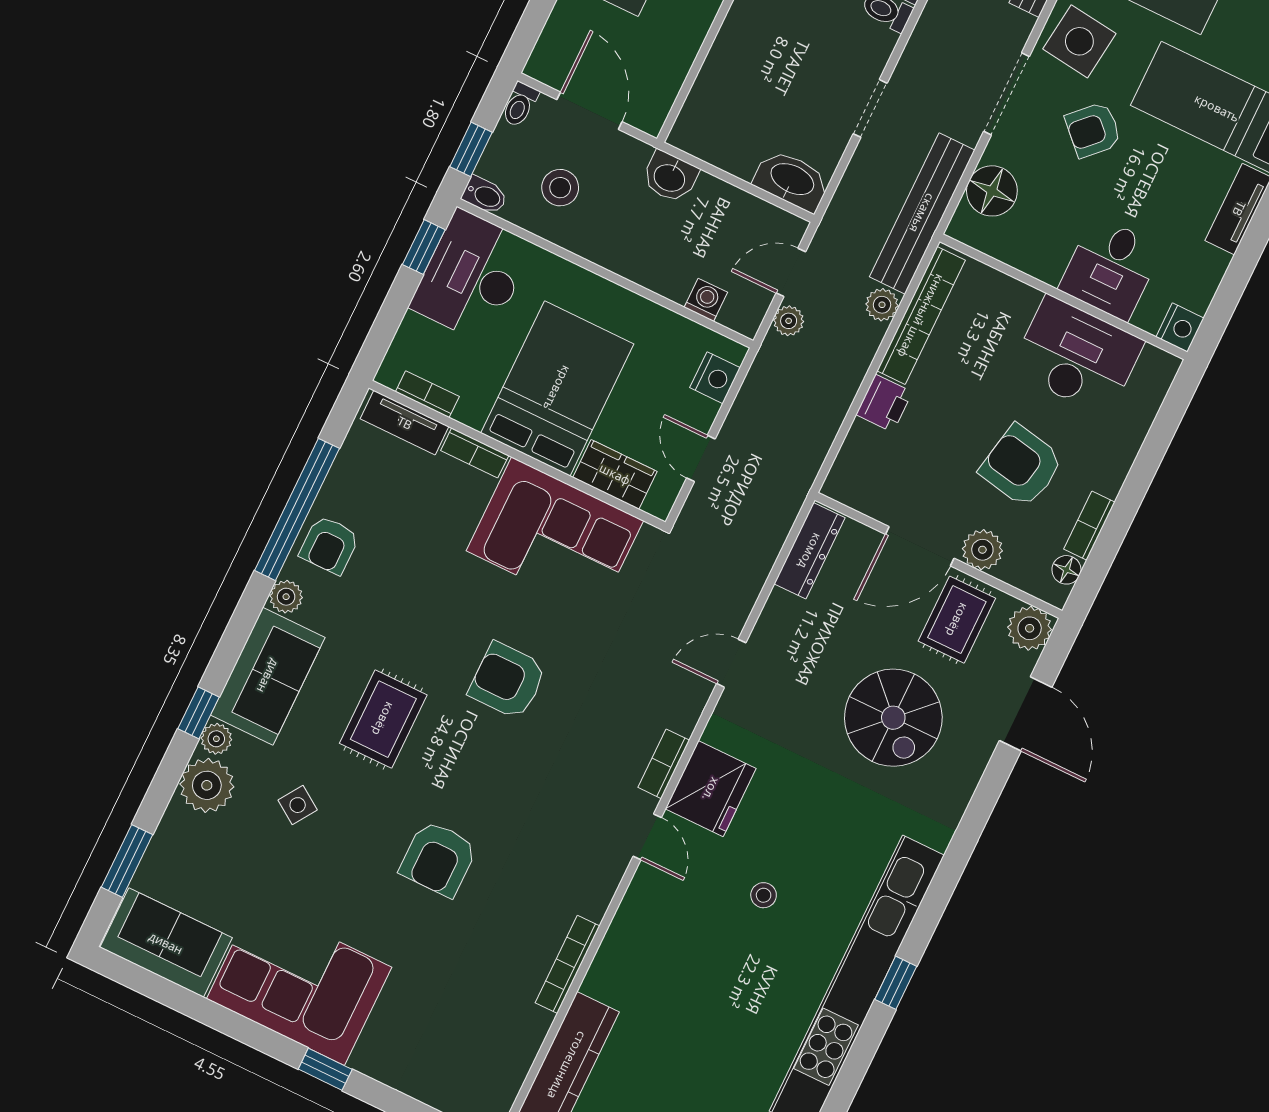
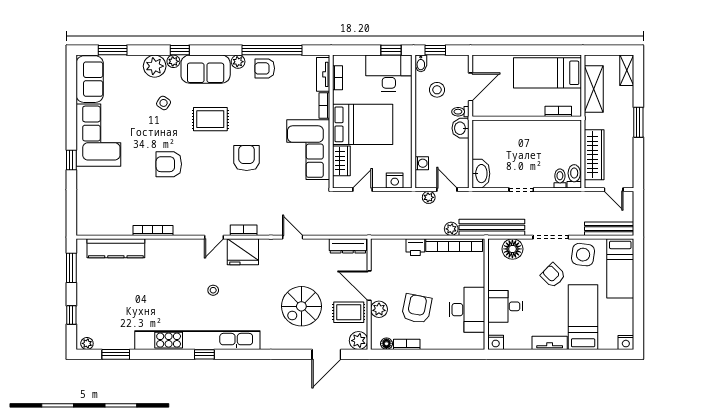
toilet: (520, 105) -> (460, 112), moved

